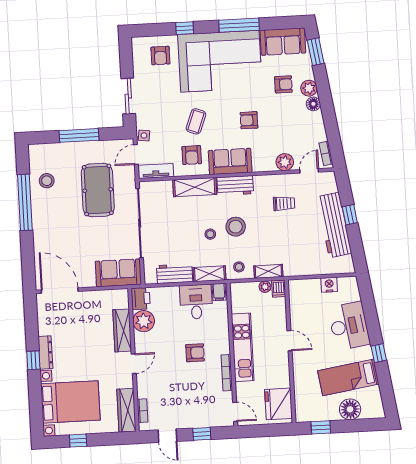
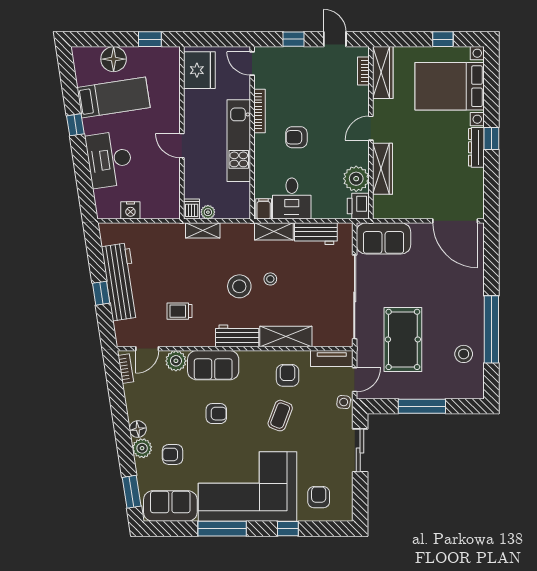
sofa: (230, 161) -> (213, 365), moved
stool: (239, 267) -> (238, 238), removed

